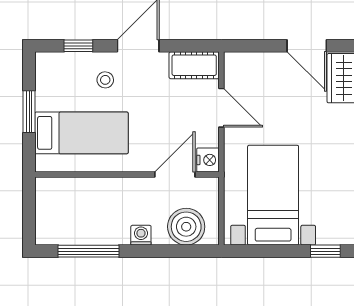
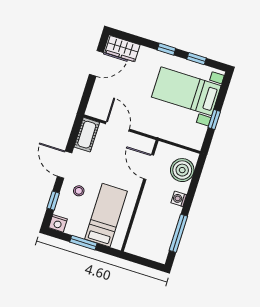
door: (221, 108) -> (118, 126), hinge flipped
nightstand: (208, 160) -> (58, 223), moved, turned 180
bed with nightstands: (273, 195) -> (186, 91), moved
window: (325, 251) -> (214, 120), moved

